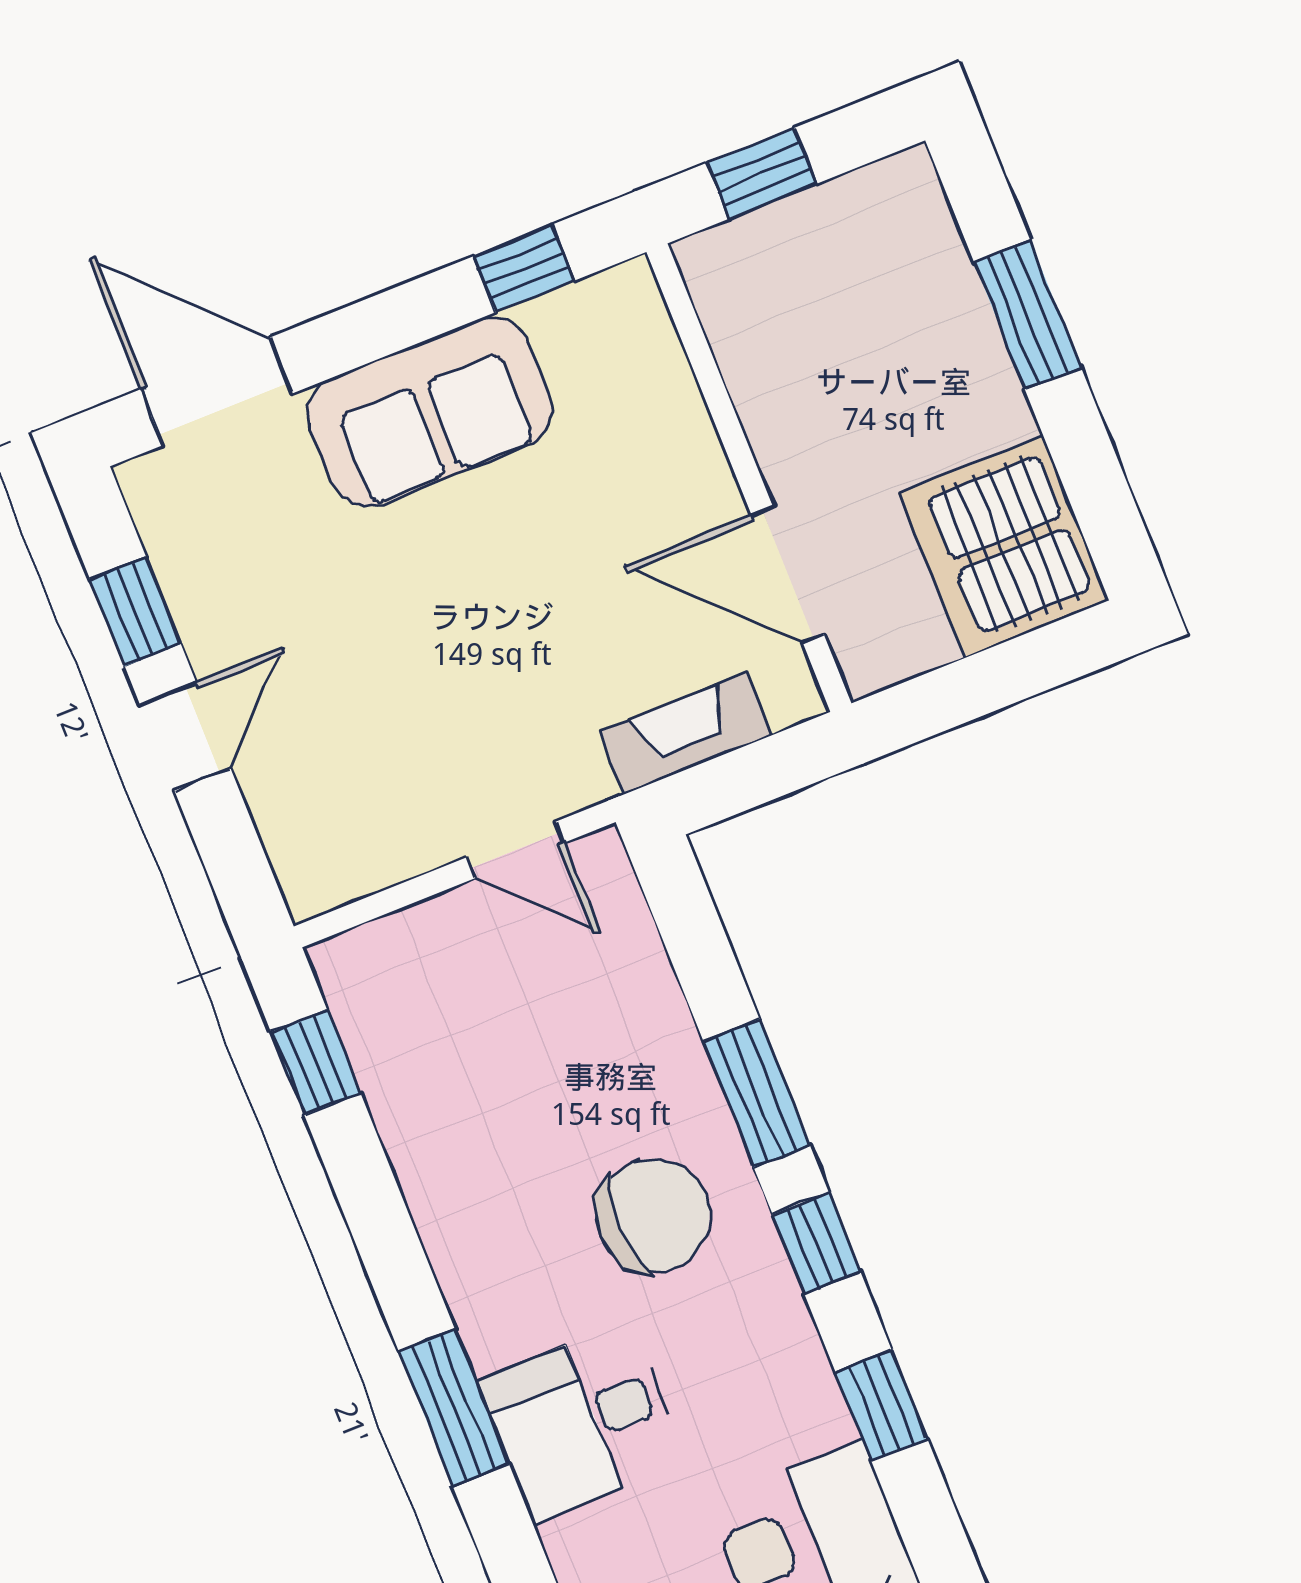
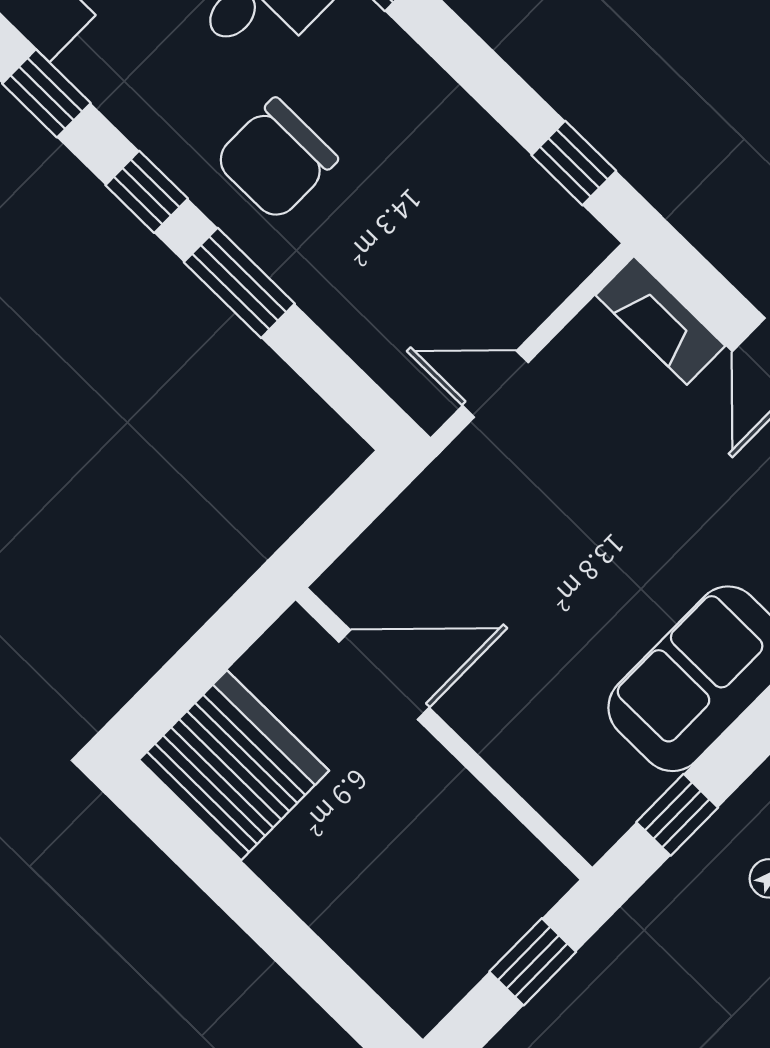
window: (1027, 315) -> (291, 943), removed
fireplace: (685, 733) -> (660, 320), moved, turned 90

